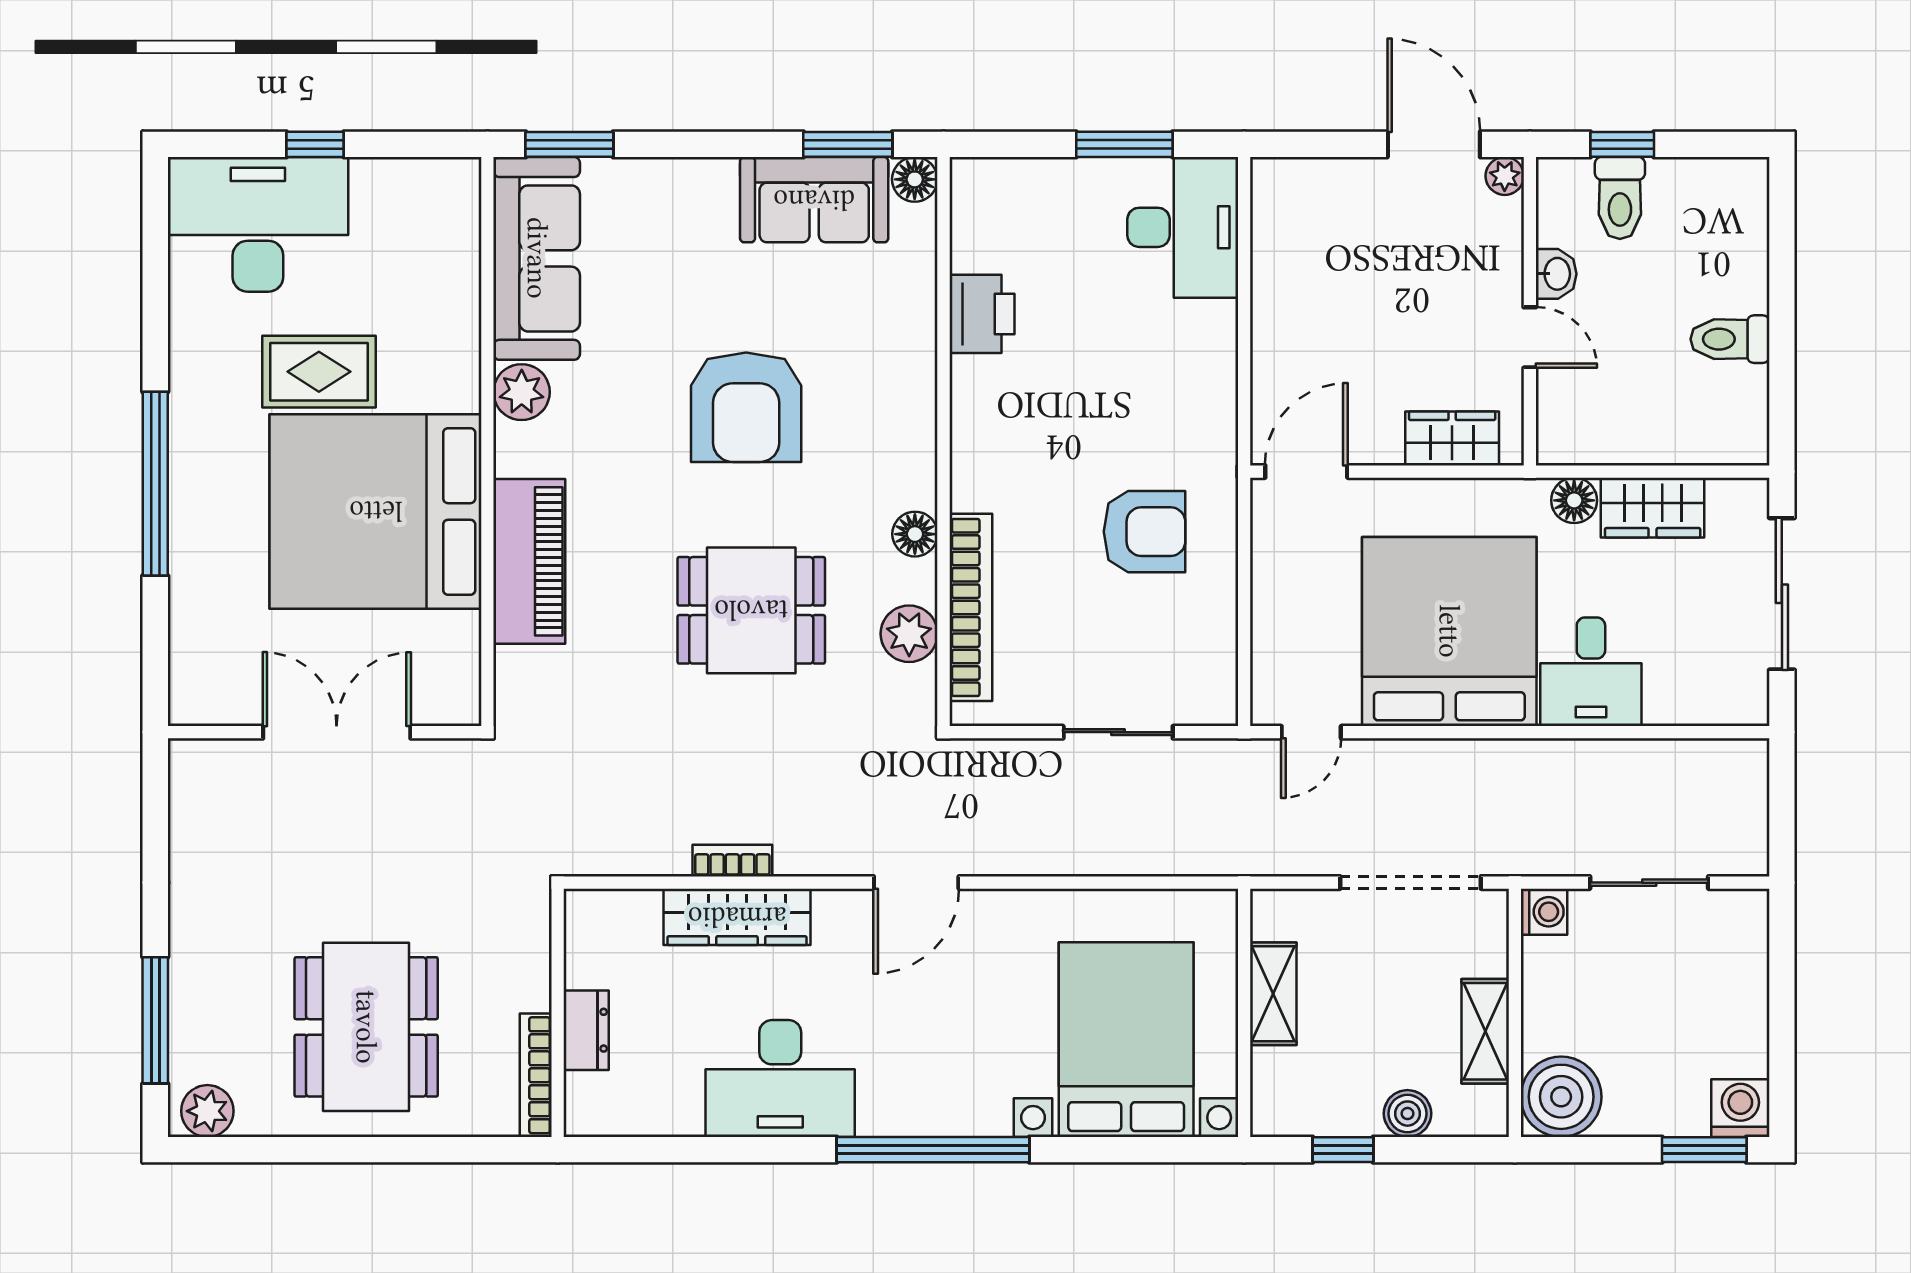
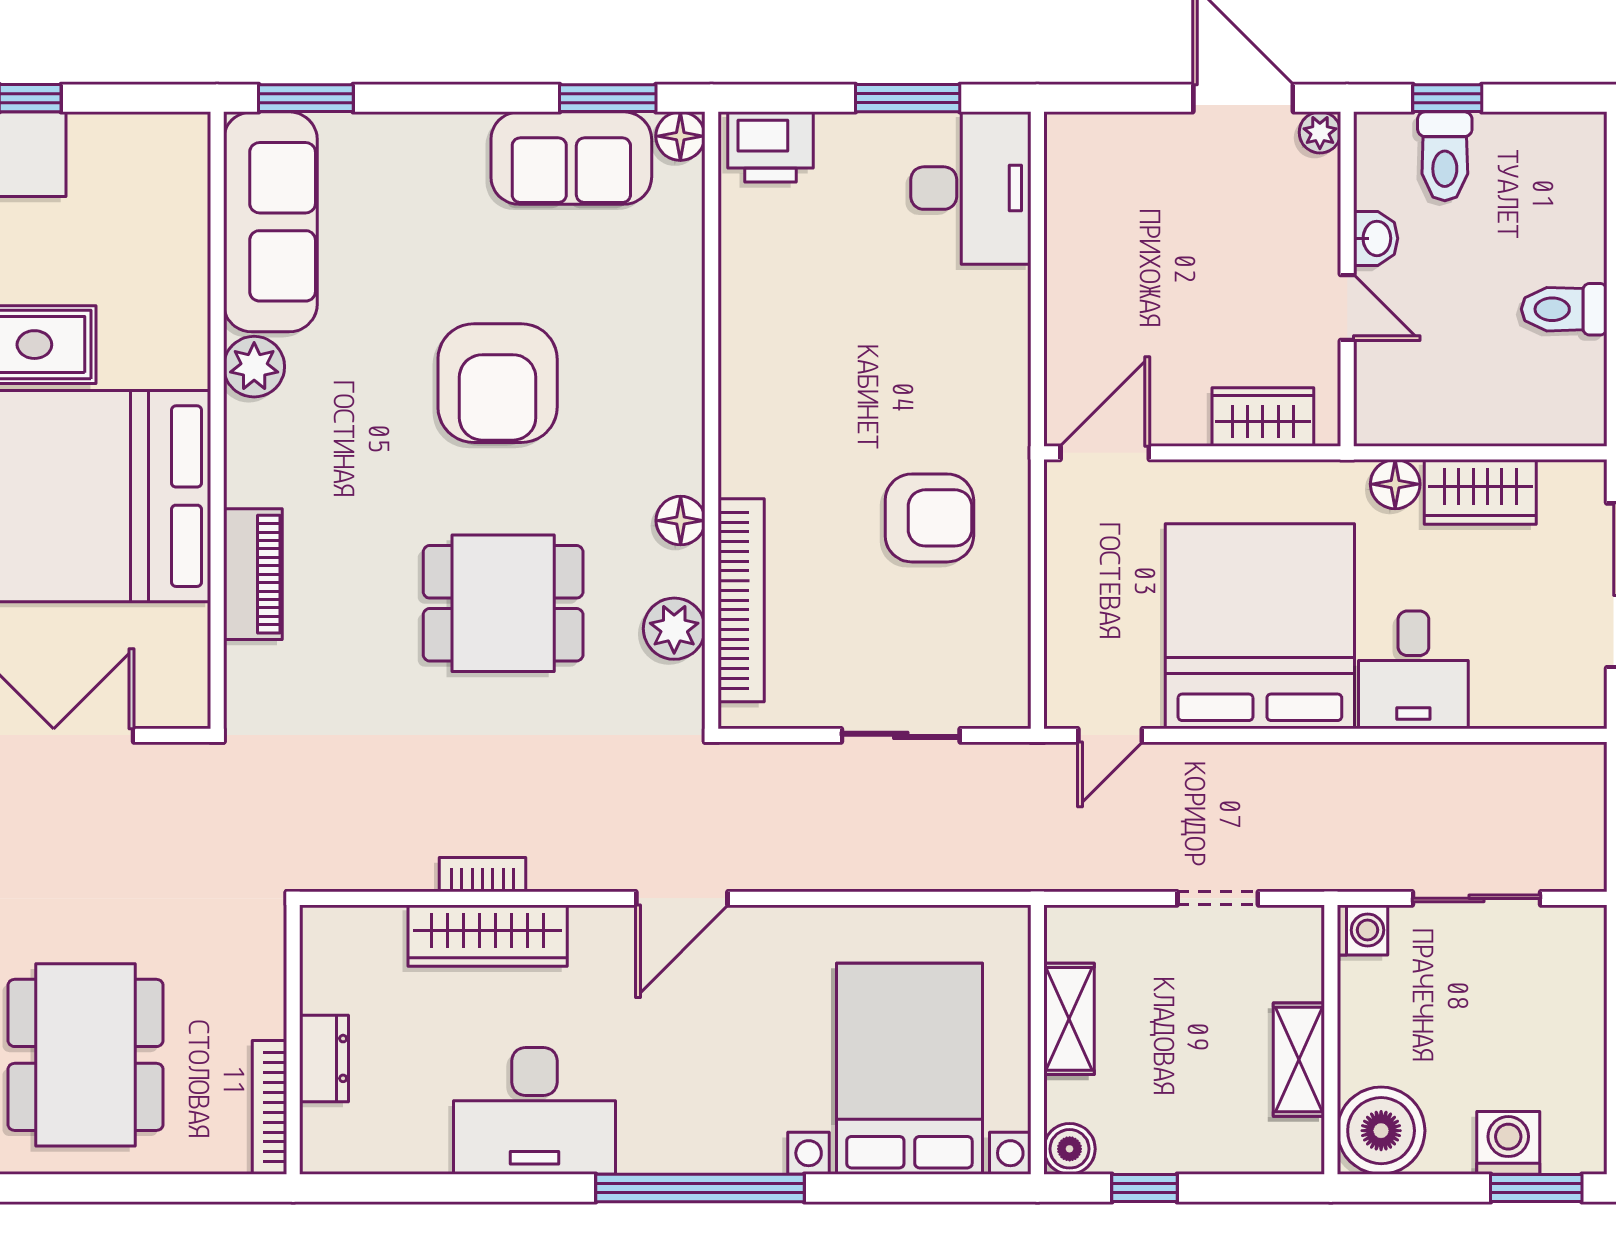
printer: (982, 314) -> (770, 147), moved, turned 90
piano: (529, 561) -> (253, 574), width x0.73, depth x0.75
doorway: (1410, 883) -> (1218, 898), width x0.53
washing machine: (1740, 1108) -> (1508, 1143), moved
boiler: (1407, 1114) -> (1070, 1149), moved

